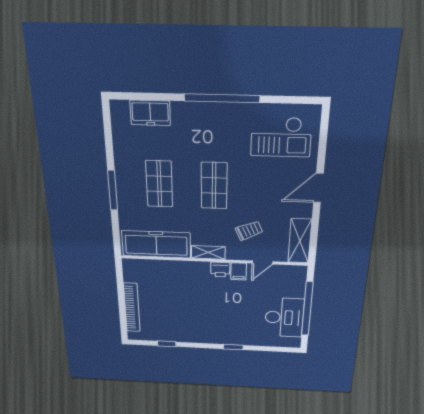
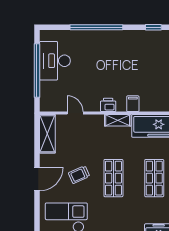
trolley: (249, 231) -> (79, 175), moved
door: (262, 262) -> (75, 113), hinge flipped
filing cabinet: (239, 272) -> (133, 104), moved
window: (233, 347) -> (96, 27), width x3.17

